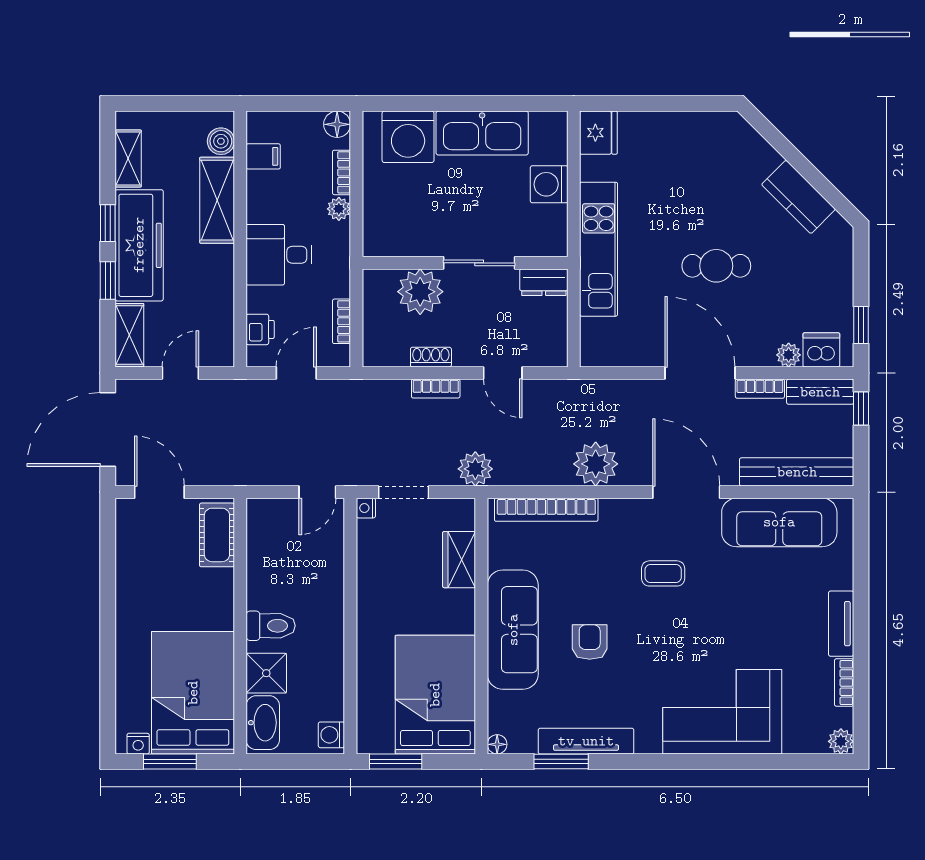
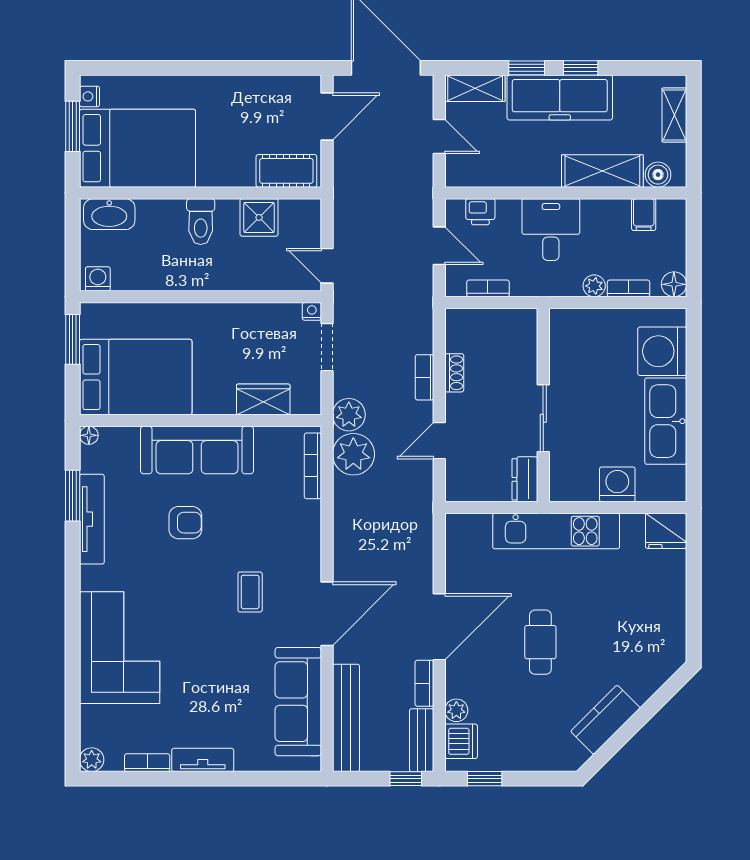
shelving: (128, 159) -> (674, 115), moved, turned 90
plant: (420, 292) -> (516, 363), removed
plant: (596, 464) -> (353, 454), moved
bookcase: (546, 510) -> (313, 466), width x0.68, depth x0.76
shower: (266, 673) -> (259, 217), moved

